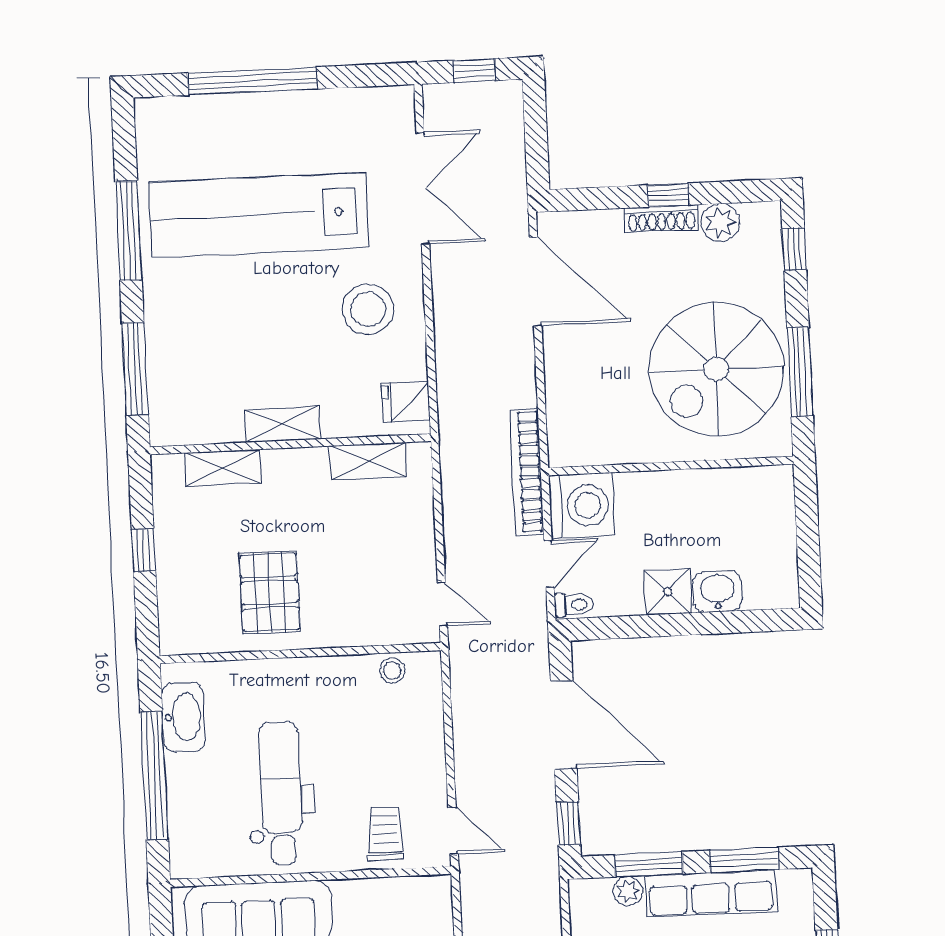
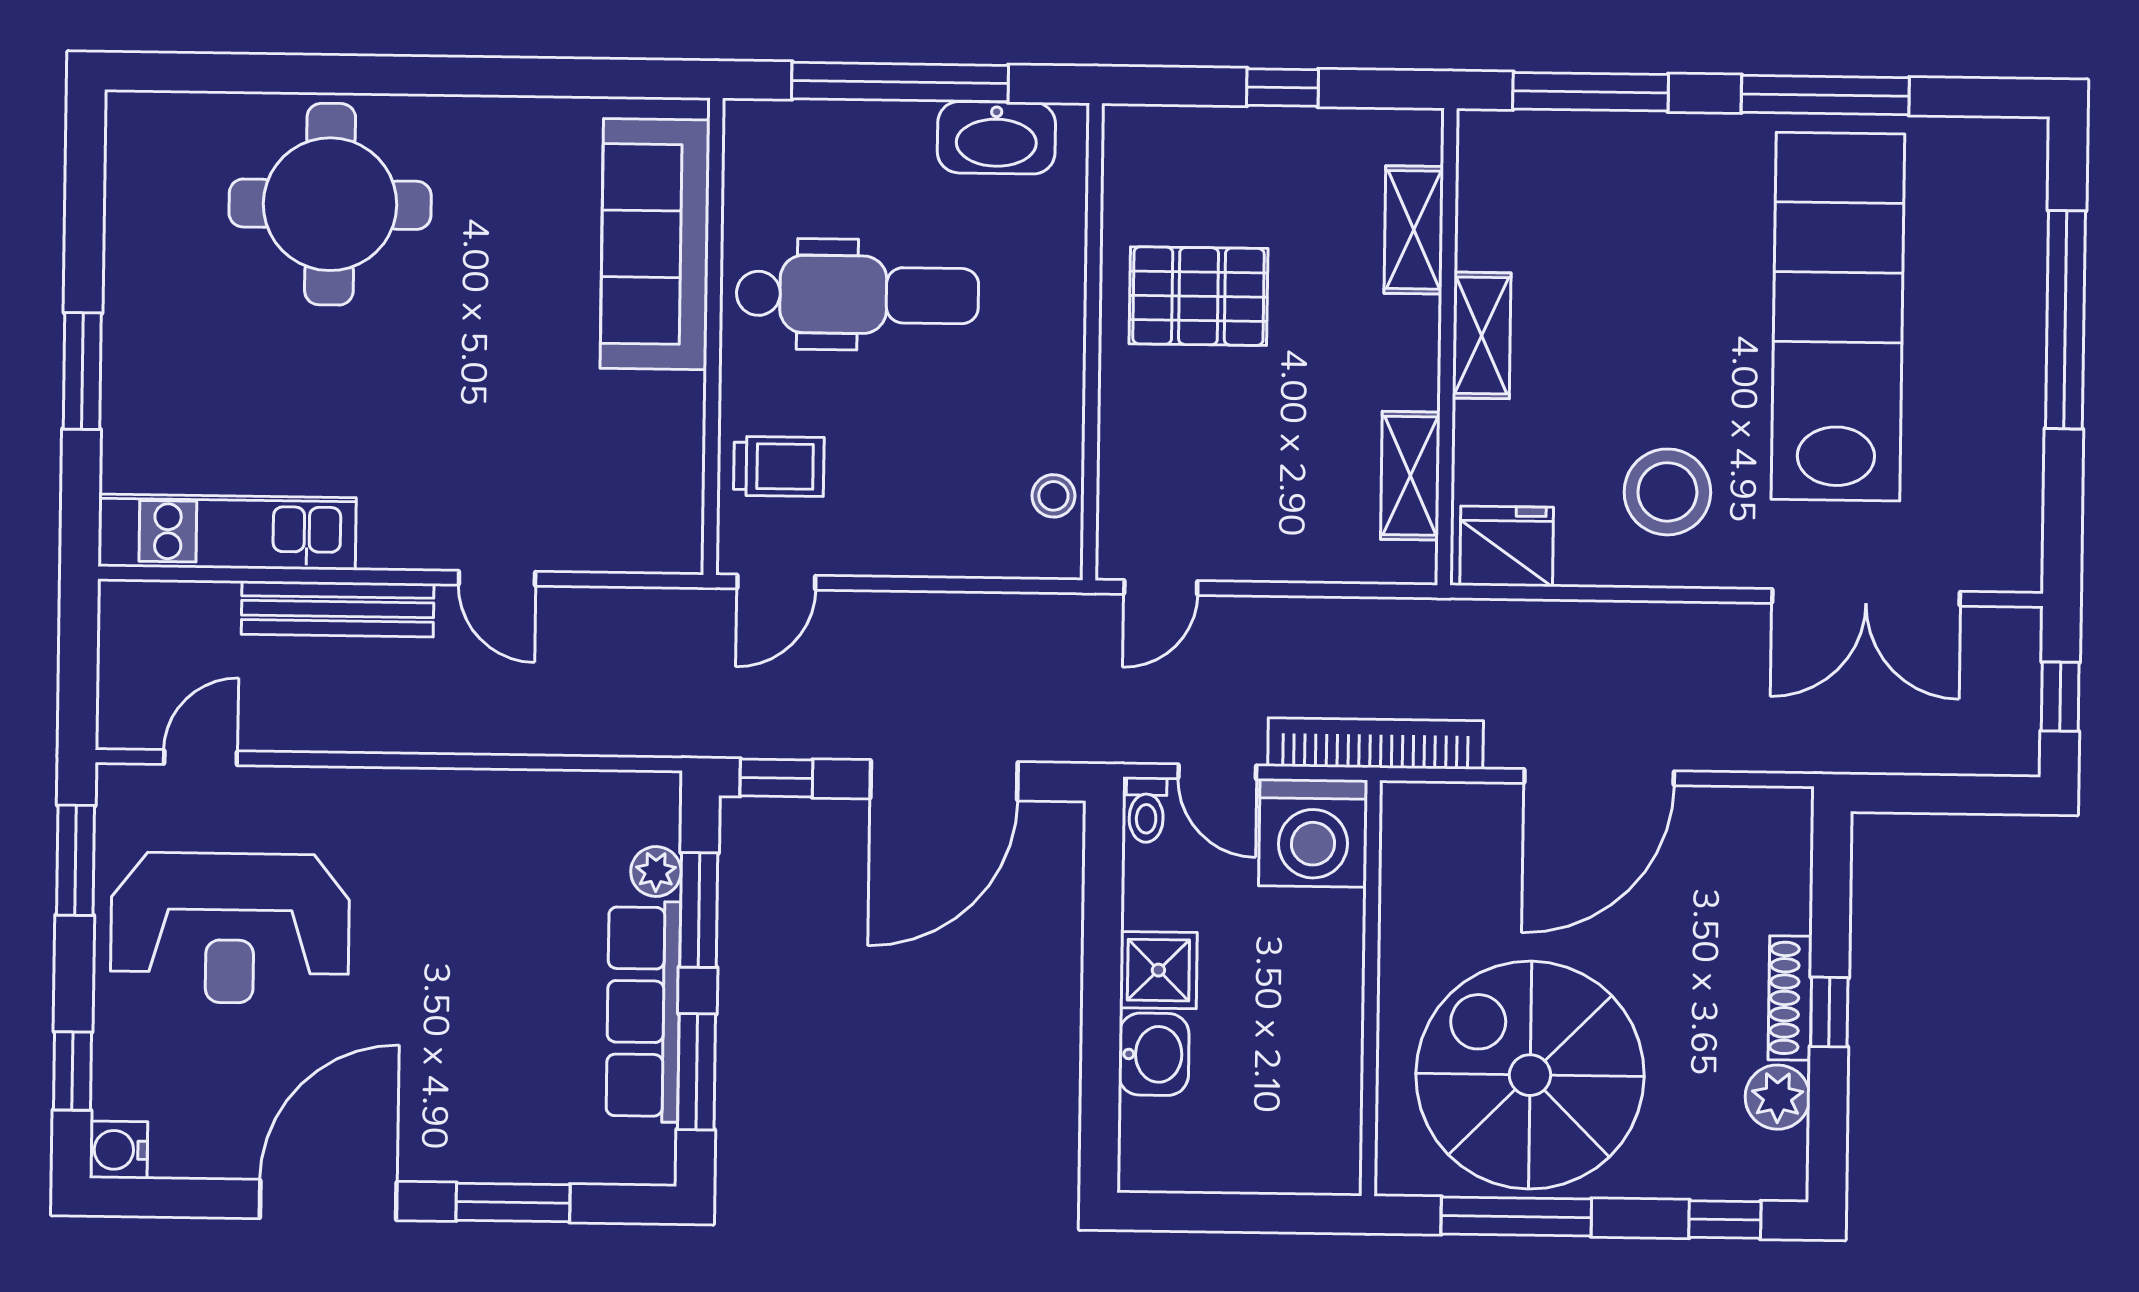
door: (536, 282) -> (1599, 777), moved
fridge: (406, 402) -> (1507, 546), width x1.38

